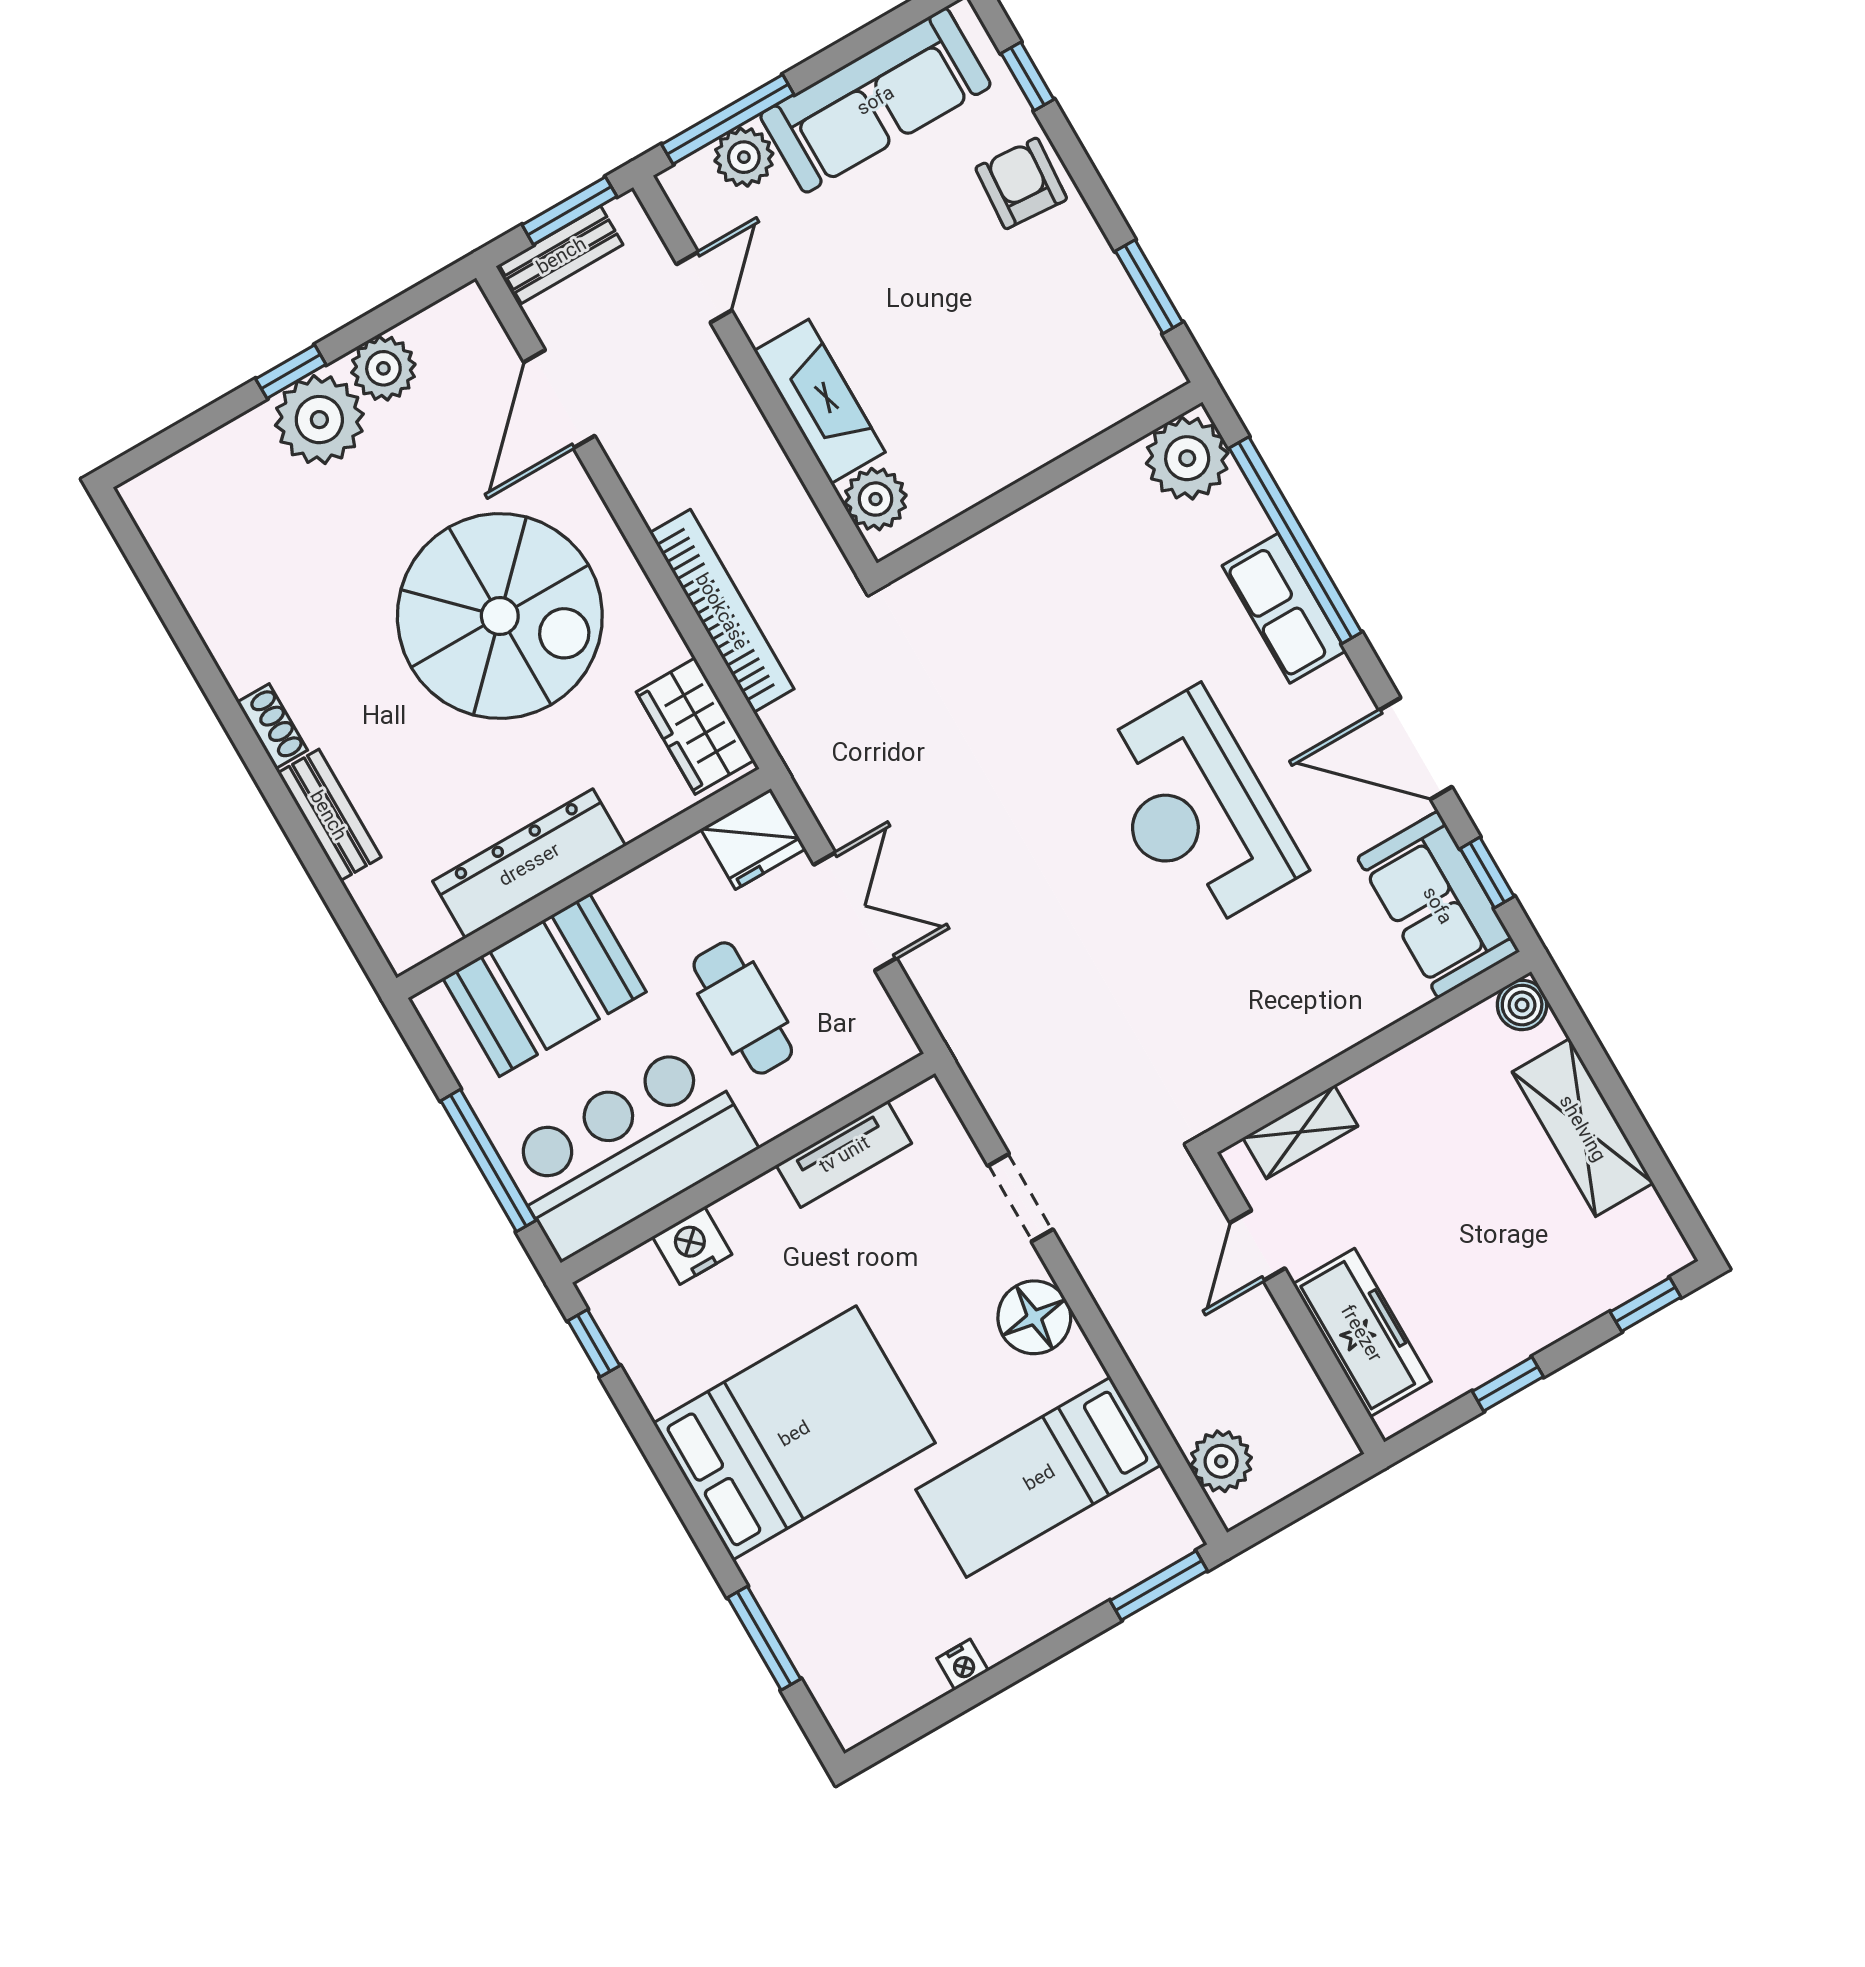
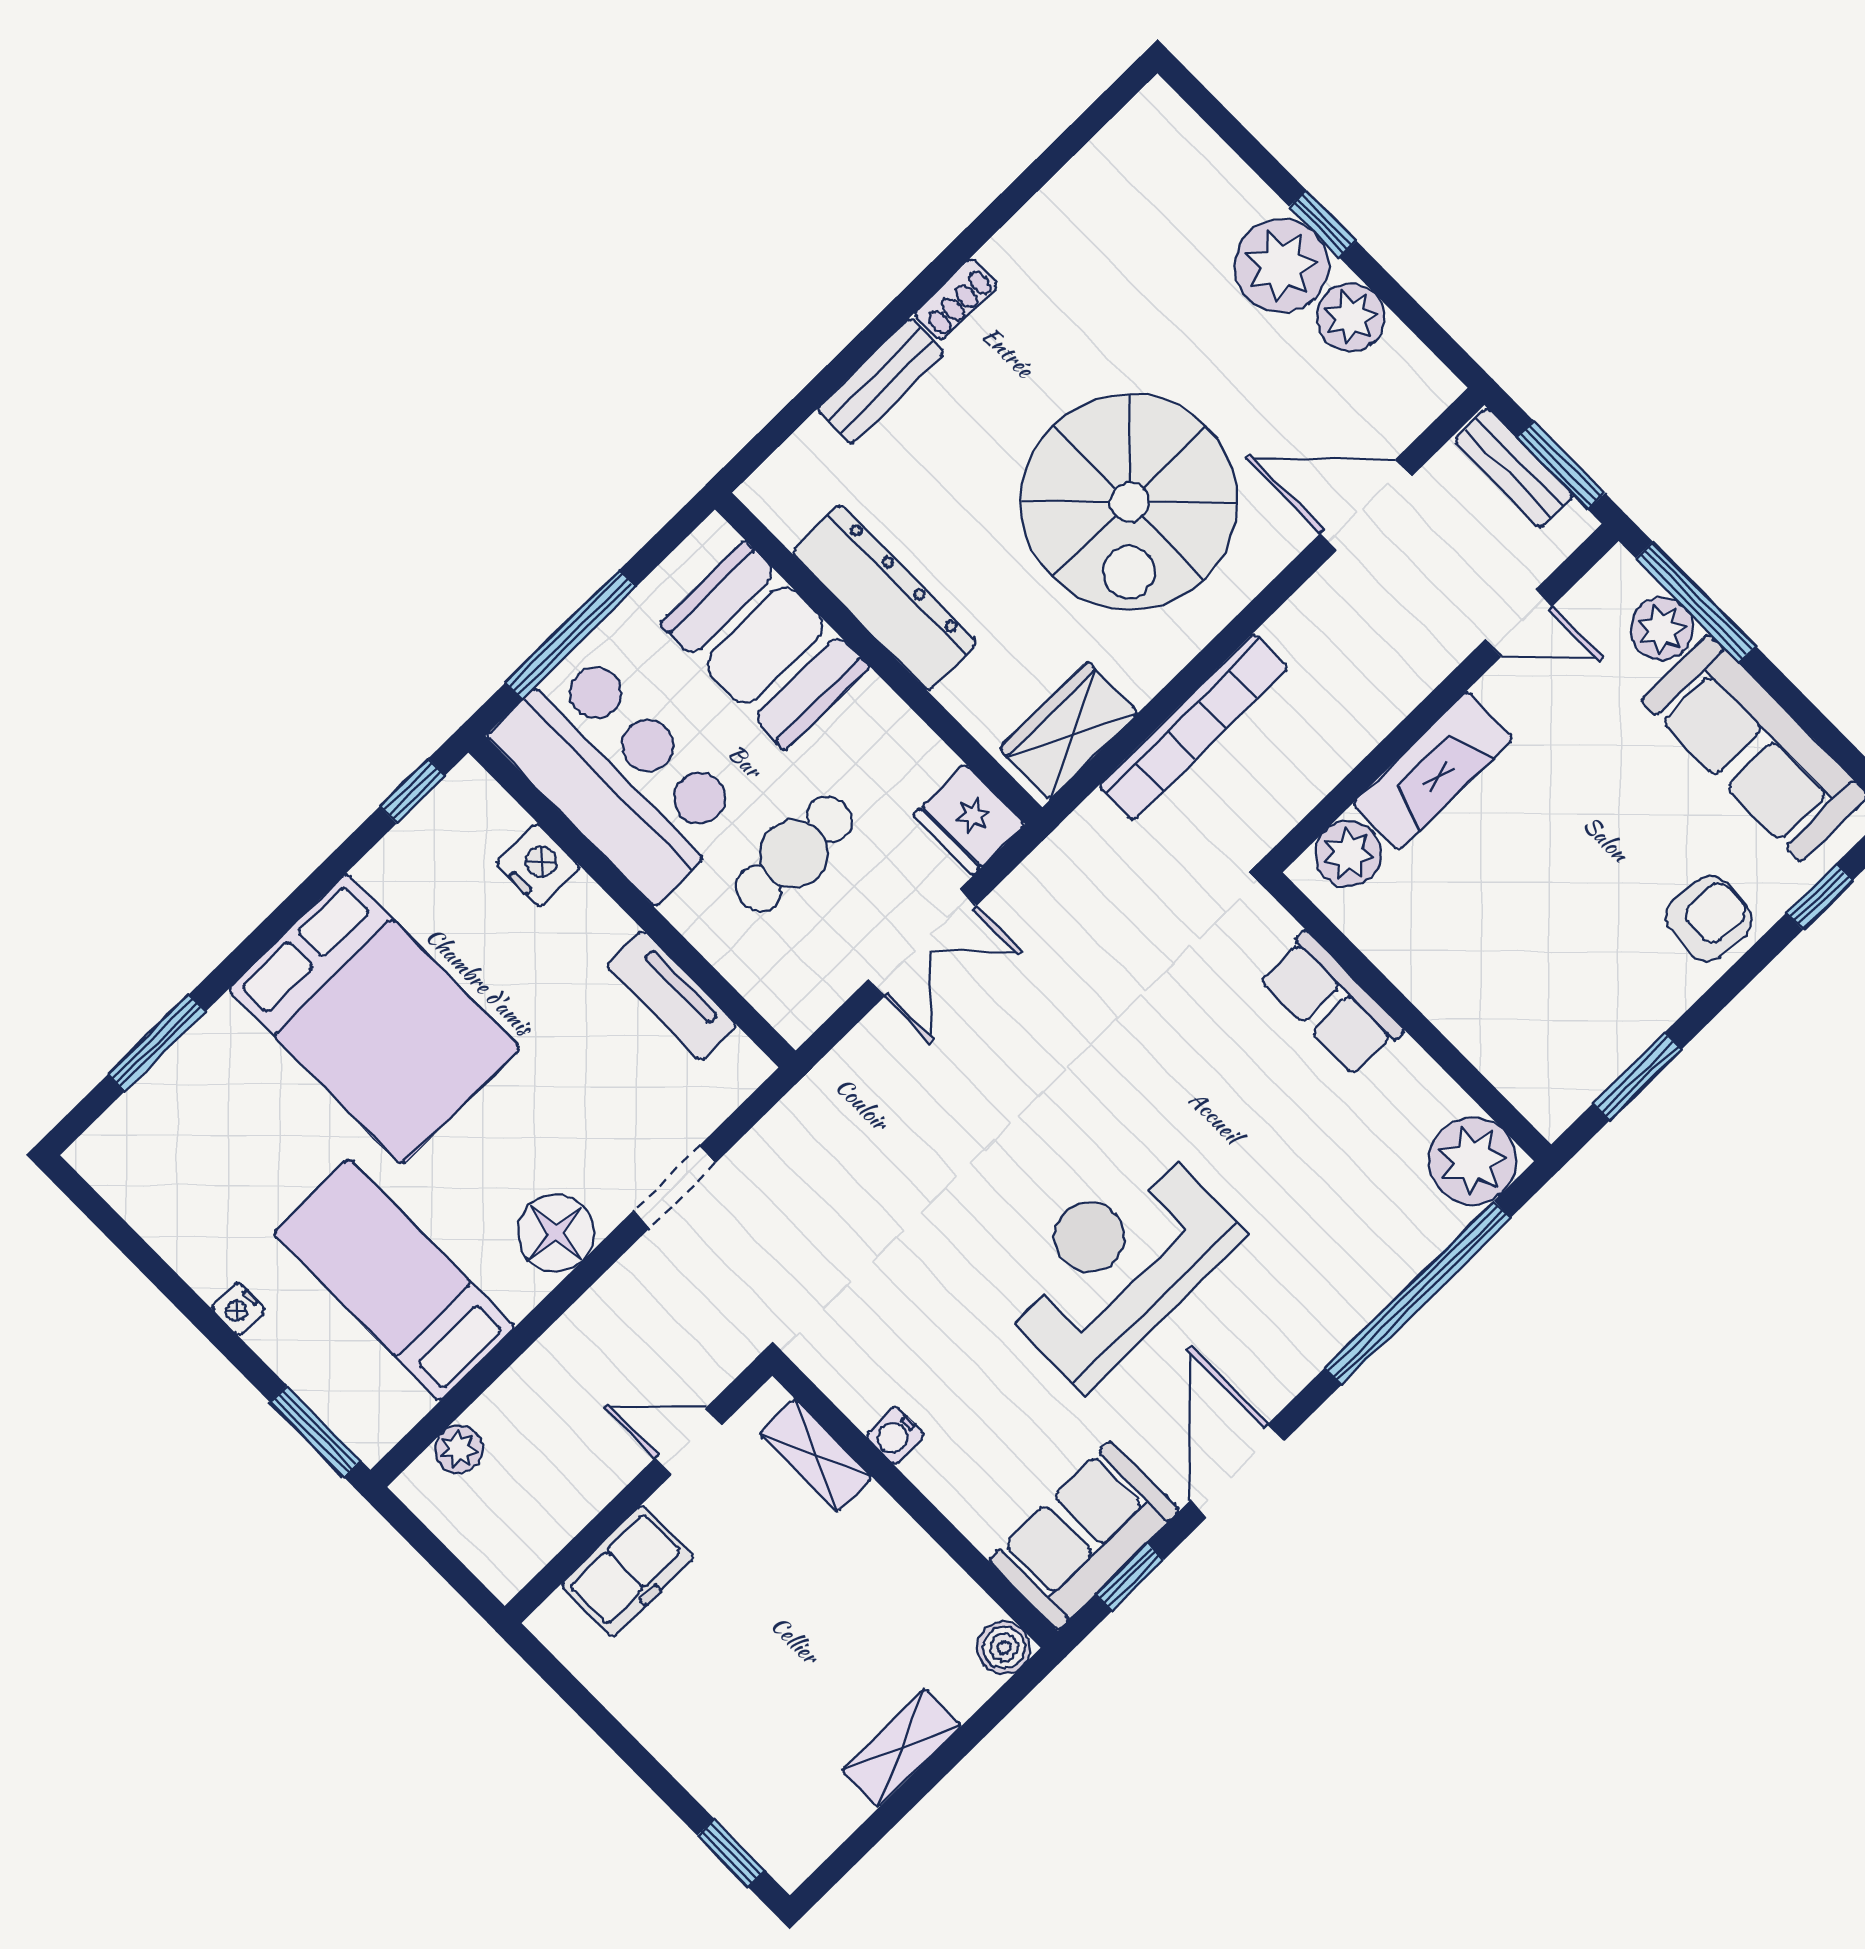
row of seats: (1284, 608) -> (1331, 1004), moved, turned -90
water cooler: (1301, 1054) -> (895, 1435), added
shelving: (1583, 1128) -> (901, 1748), width x0.67, depth x0.75
freezer: (1362, 1333) -> (627, 1571), width x0.71
window: (1508, 1384) -> (614, 1734), removed
plant: (1221, 1461) -> (459, 1449), width x0.73, depth x0.73
nightstand: (963, 1665) -> (239, 1309), moved

